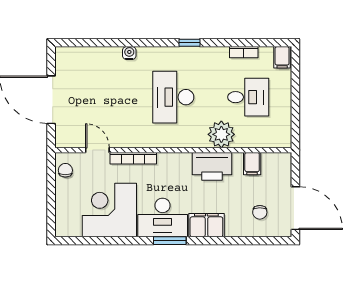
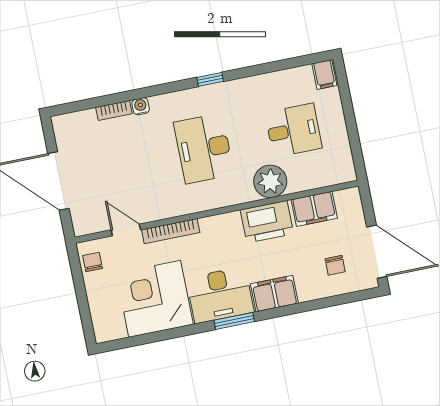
bookcase: (244, 52) -> (114, 110), moved
filing cabinet: (252, 164) -> (314, 209), width x2.00

